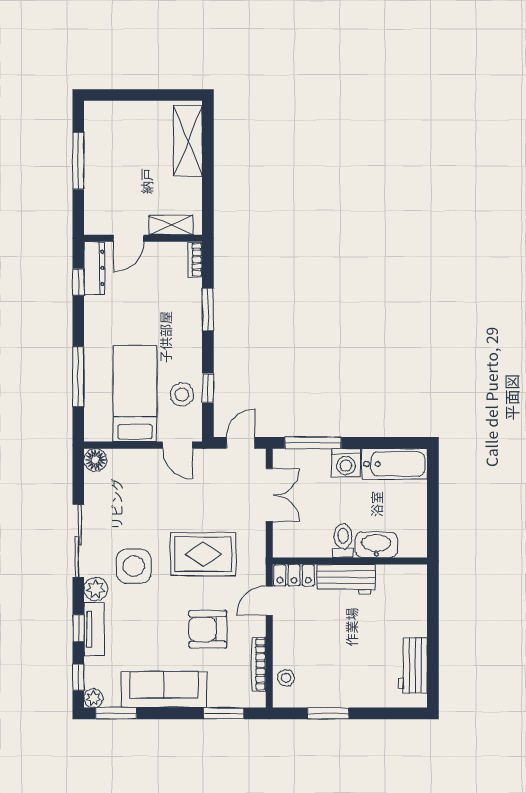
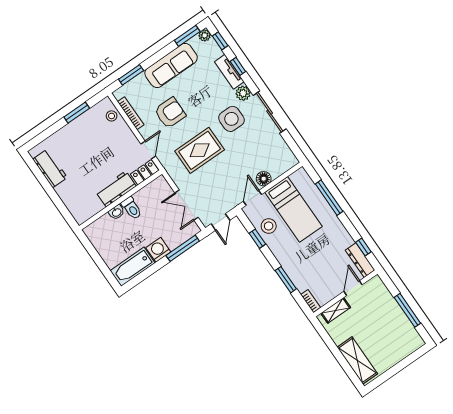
door: (177, 445) -> (253, 198), hinge flipped
floor lamp: (95, 460) -> (264, 179), moved
washbasin: (376, 545) -> (117, 212), width x0.52, depth x0.69

